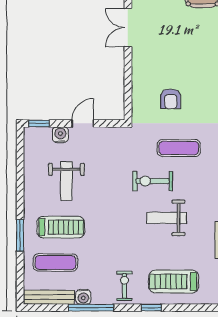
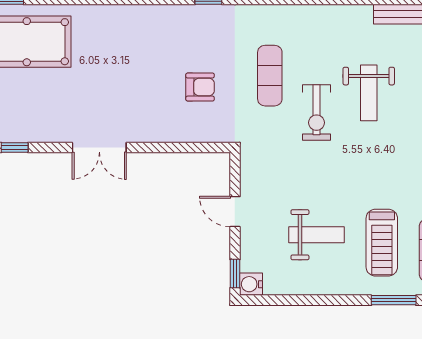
water cooler: (60, 135) -> (251, 284), moved
treadmill: (61, 227) -> (382, 243), turned 180

